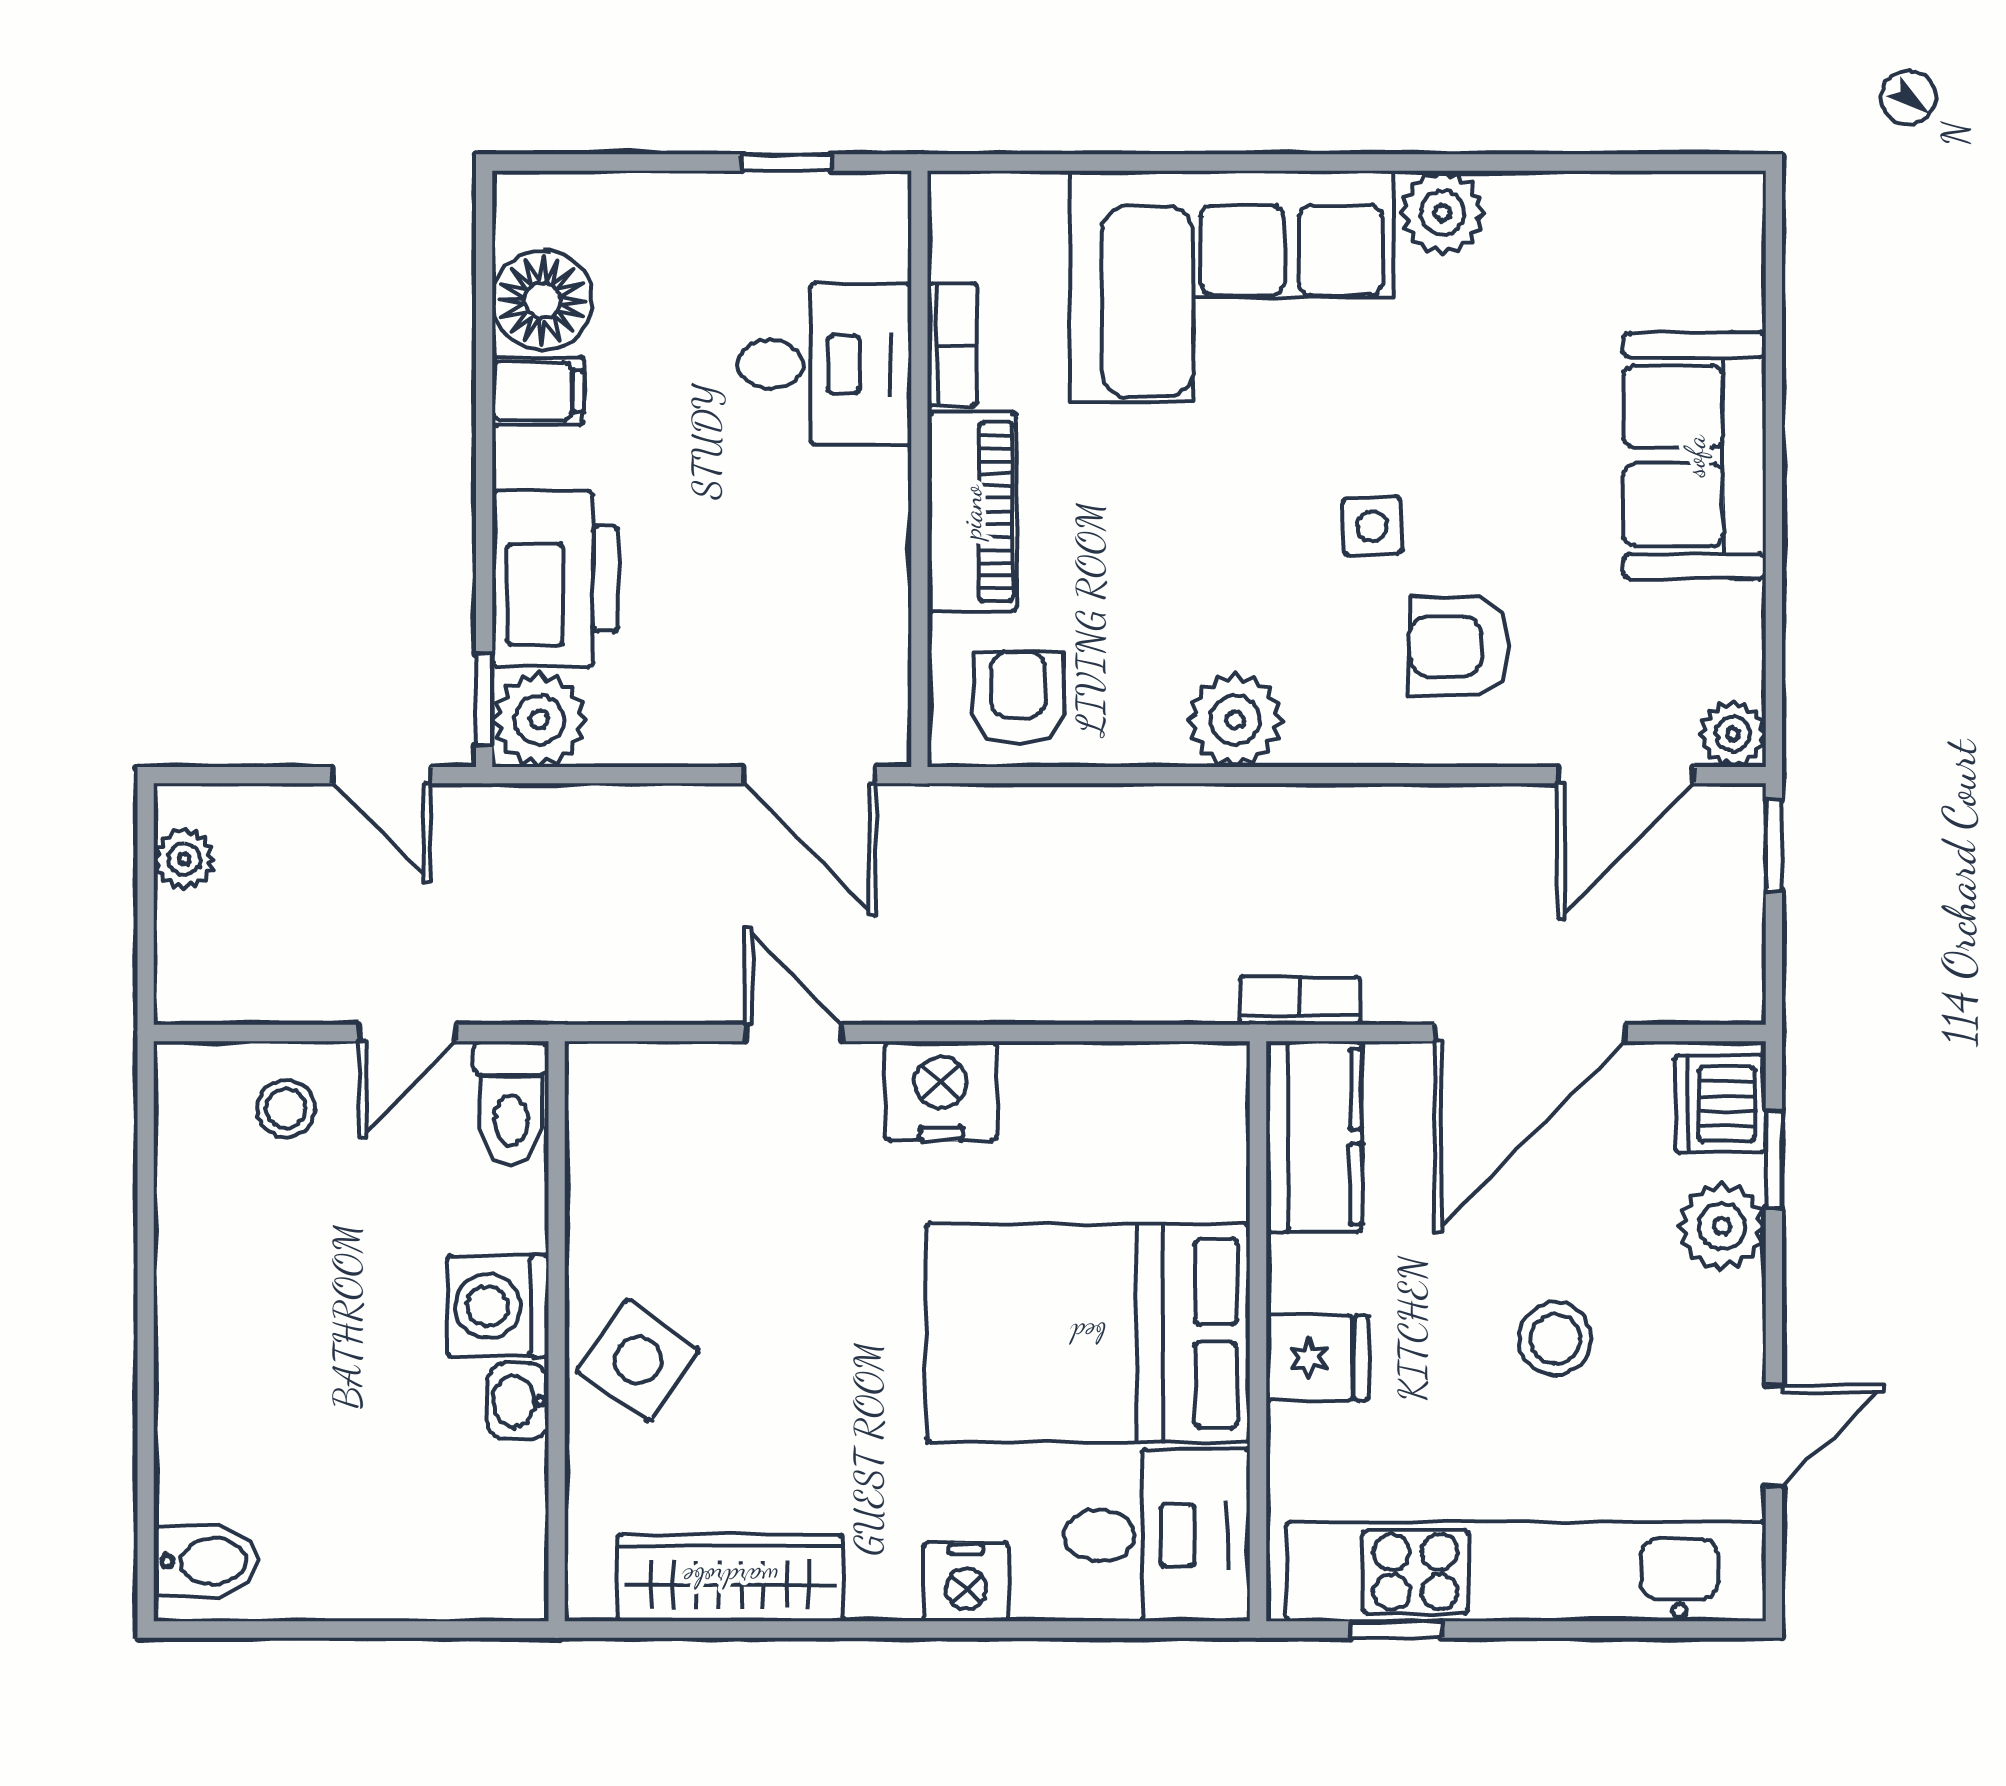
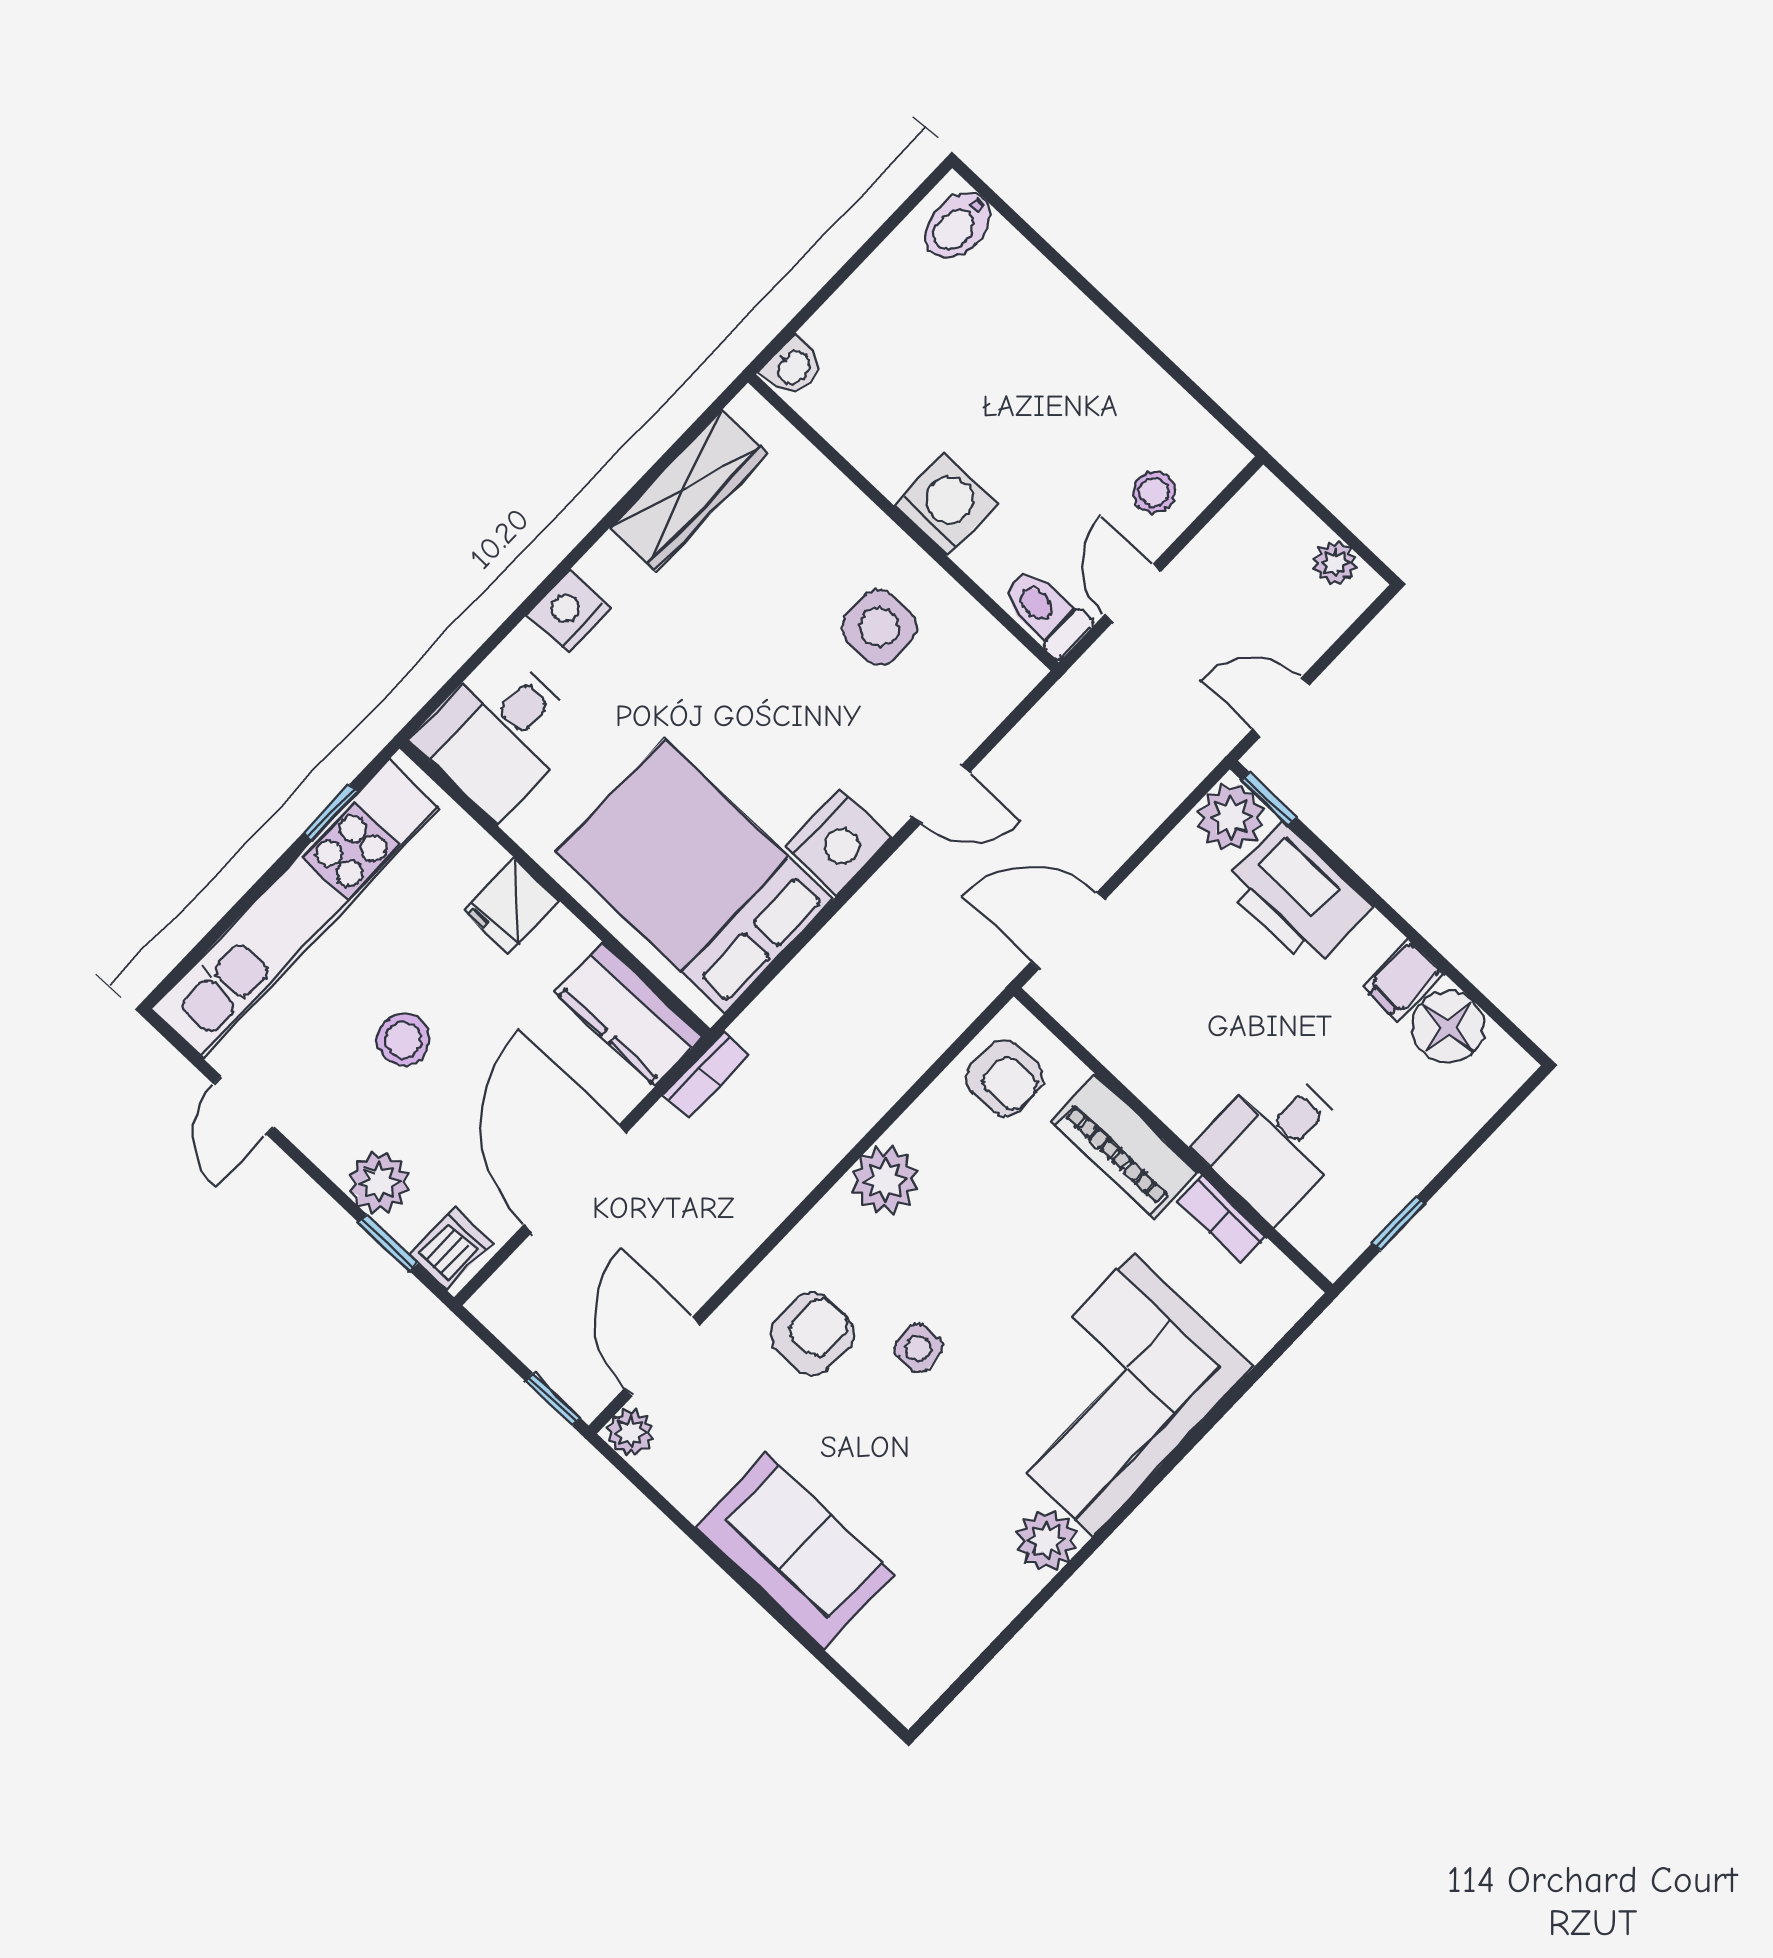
dishwasher: (1720, 1104) -> (451, 1249), width x0.73
bed: (1088, 1333) -> (694, 876), moved, turned -90
side table: (638, 1360) -> (879, 627), moved, turned -35
washbasin: (518, 1401) -> (793, 367), moved, turned 90

